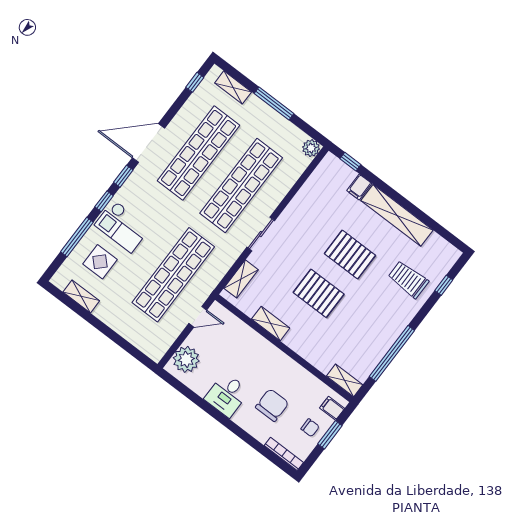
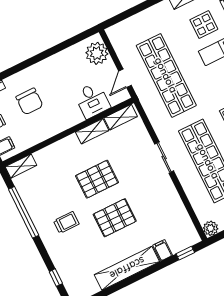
shelving: (241, 279) -> (121, 117), moved, turned 90
trolley: (408, 279) -> (66, 222), moved, width x0.73, depth x0.72
desk: (227, 395) -> (92, 100), moved, turned 180

